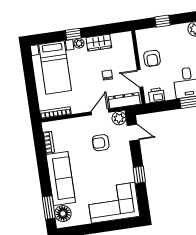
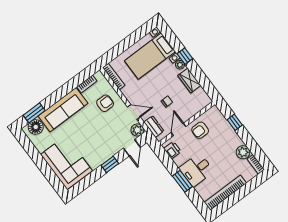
dresser: (124, 101) -> (154, 126), width x0.70
armchair: (101, 143) -> (105, 103), moved, turned 90
window: (139, 175) -> (110, 164), moved

